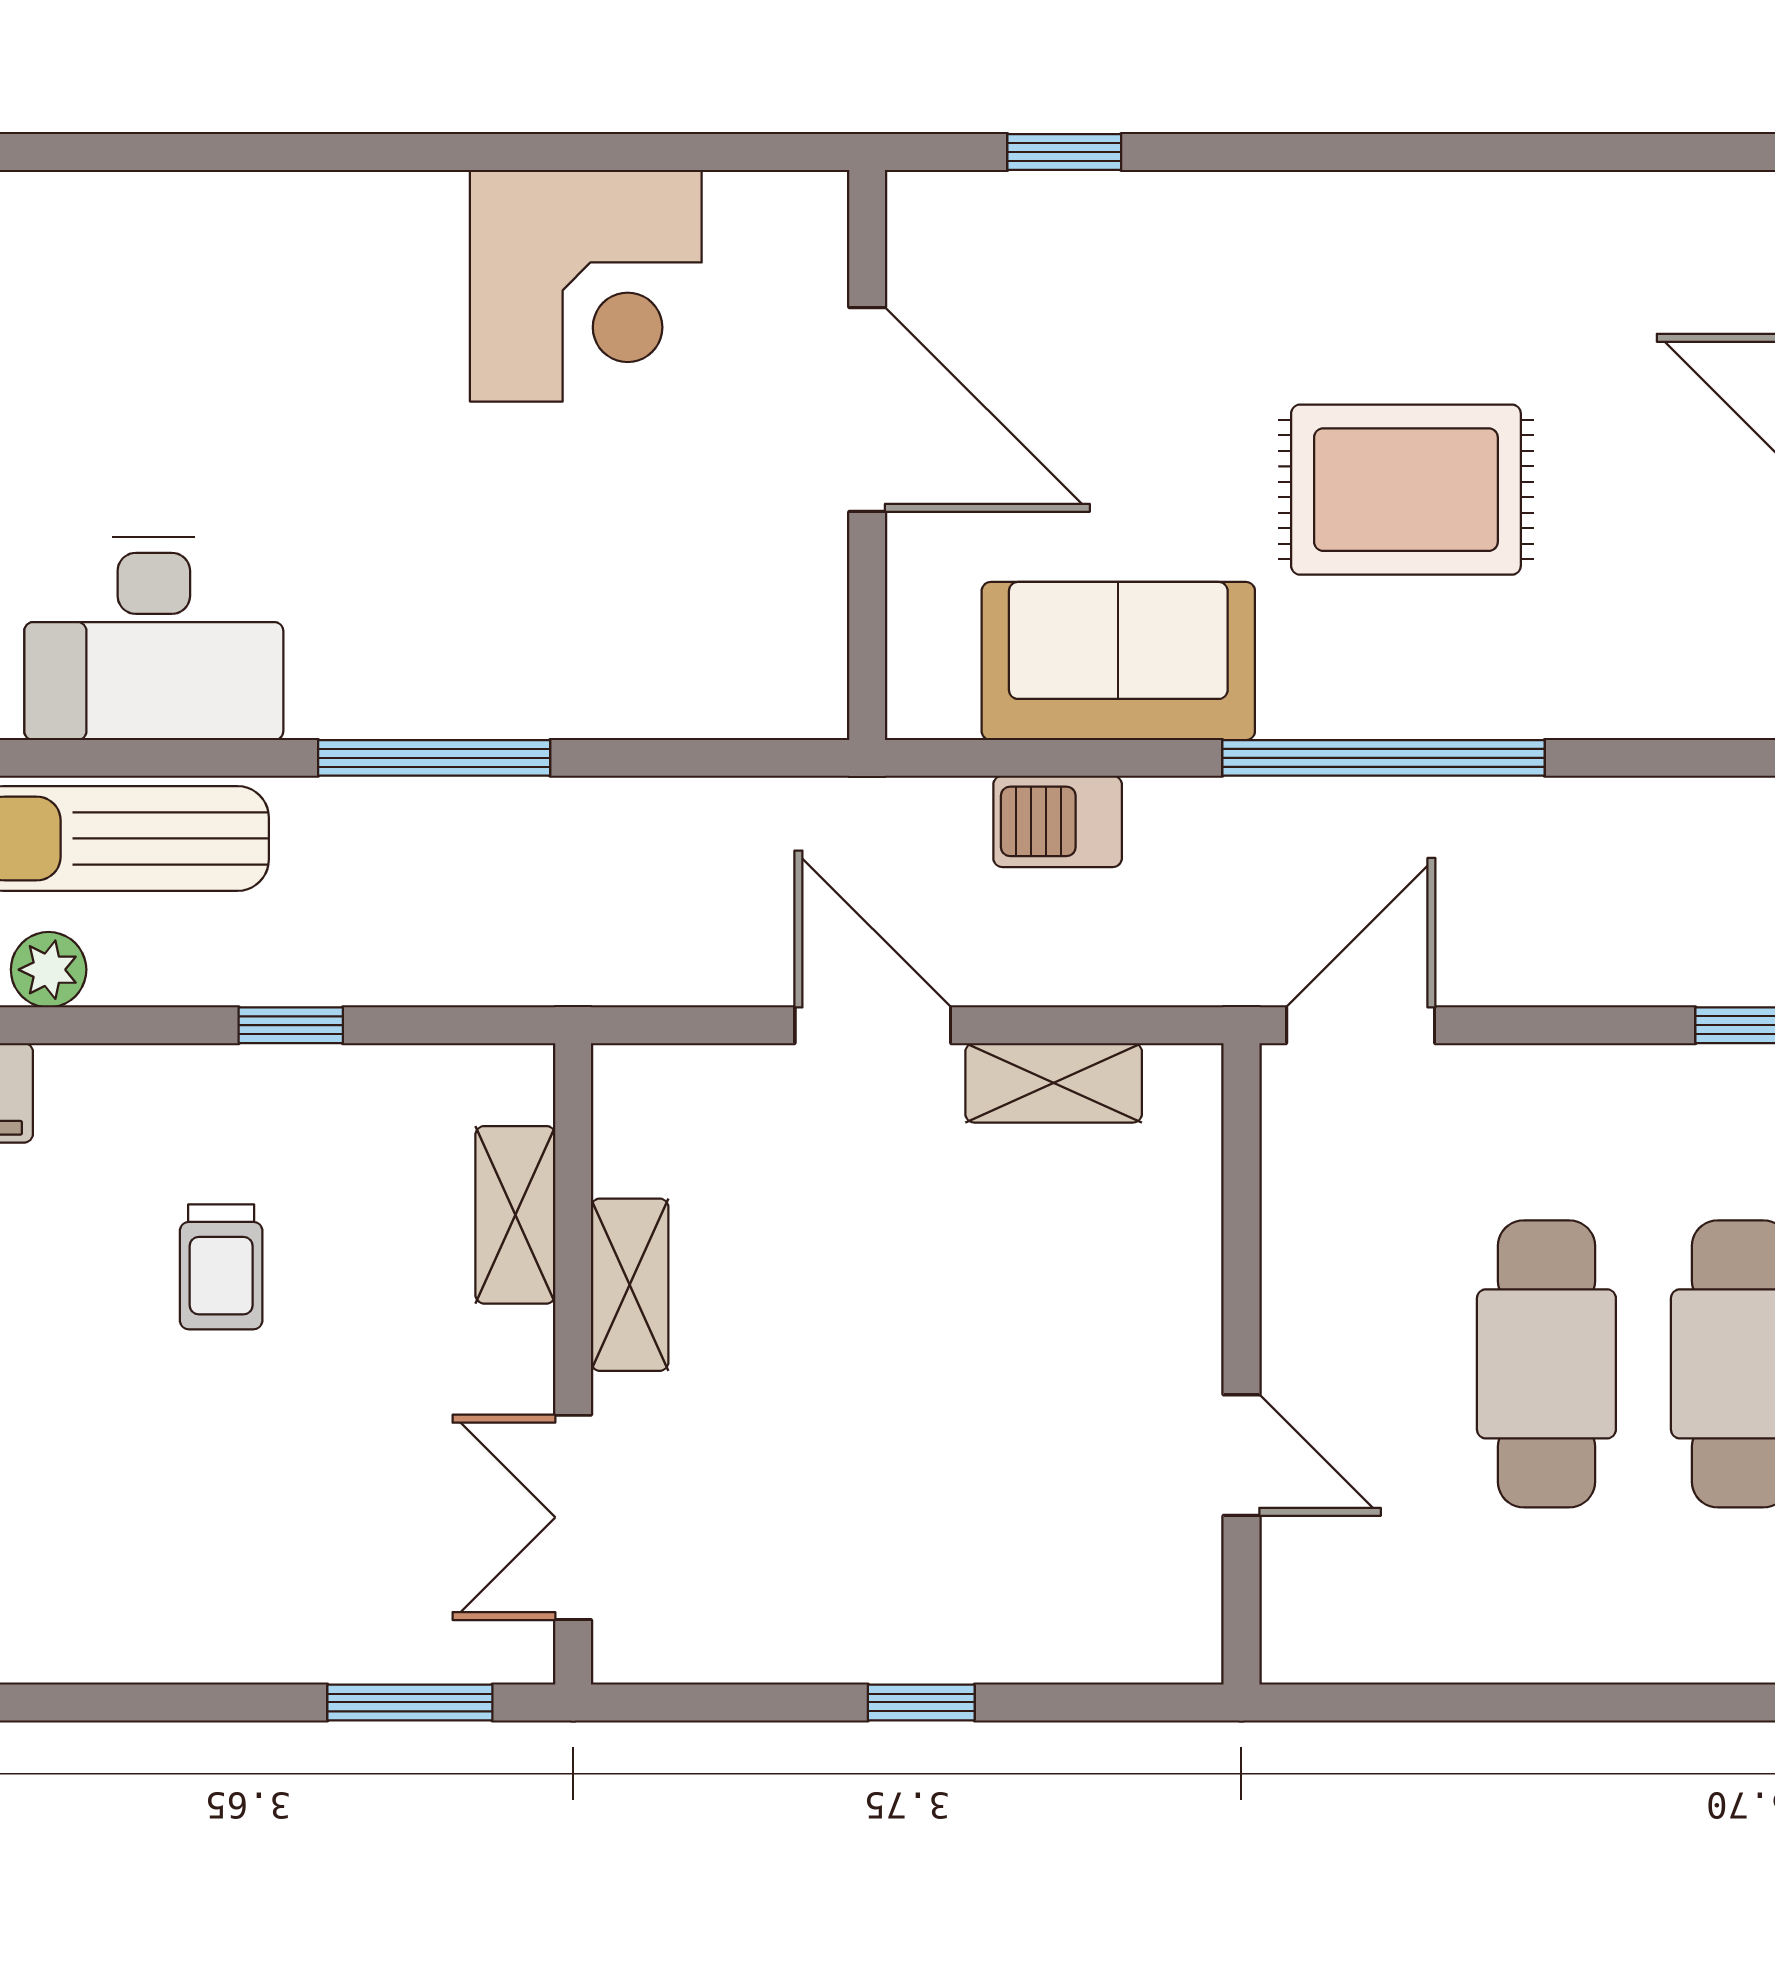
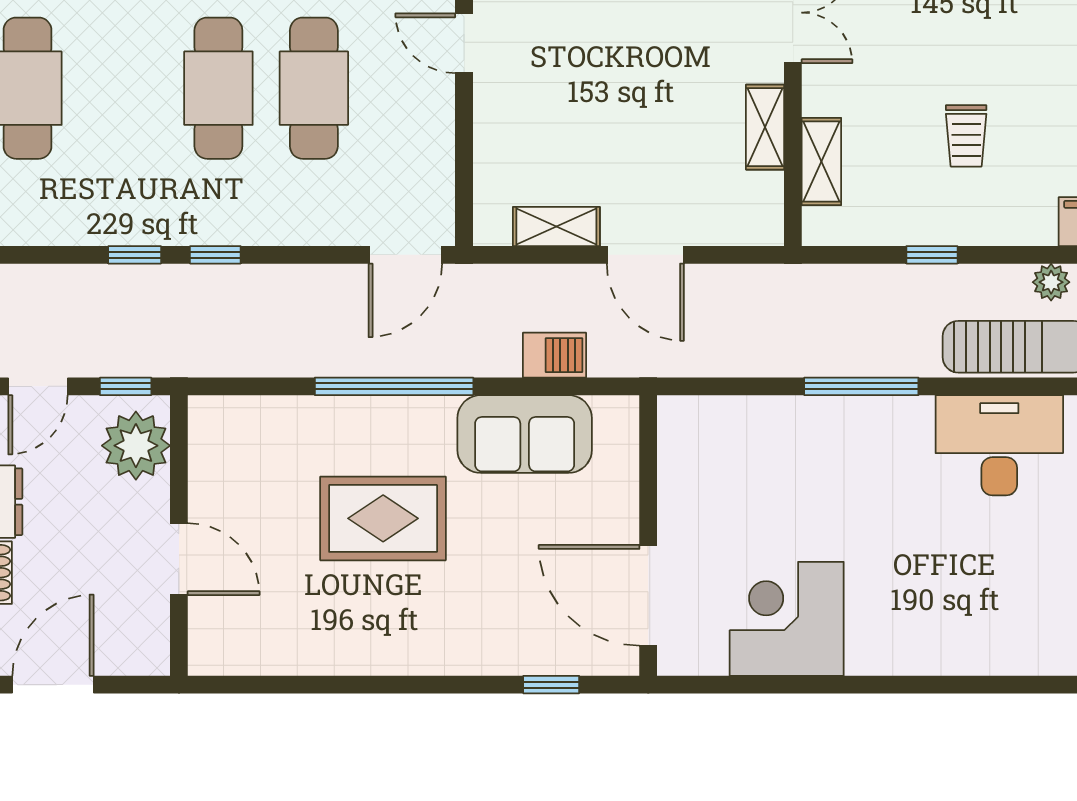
door: (867, 409) -> (648, 595), moved
trolley: (221, 1267) -> (966, 136), turned 180

